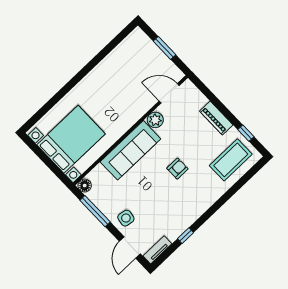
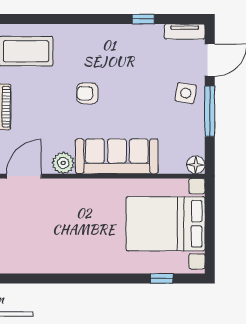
door: (169, 93) -> (24, 176), swing flipped
window: (45, 109) -> (162, 278), added
window: (95, 211) -> (210, 111), moved

